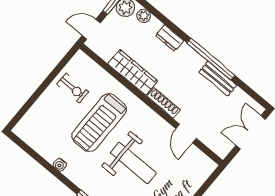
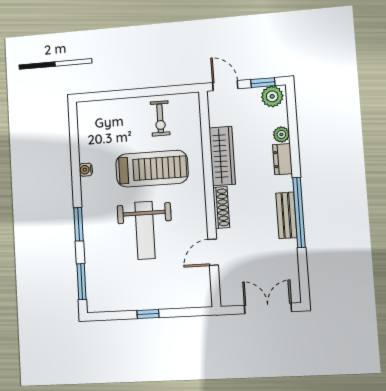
plant: (144, 16) -> (281, 134), moved
bench: (218, 79) -> (286, 215), moved
treadmill: (99, 123) -> (152, 169), turned 180

